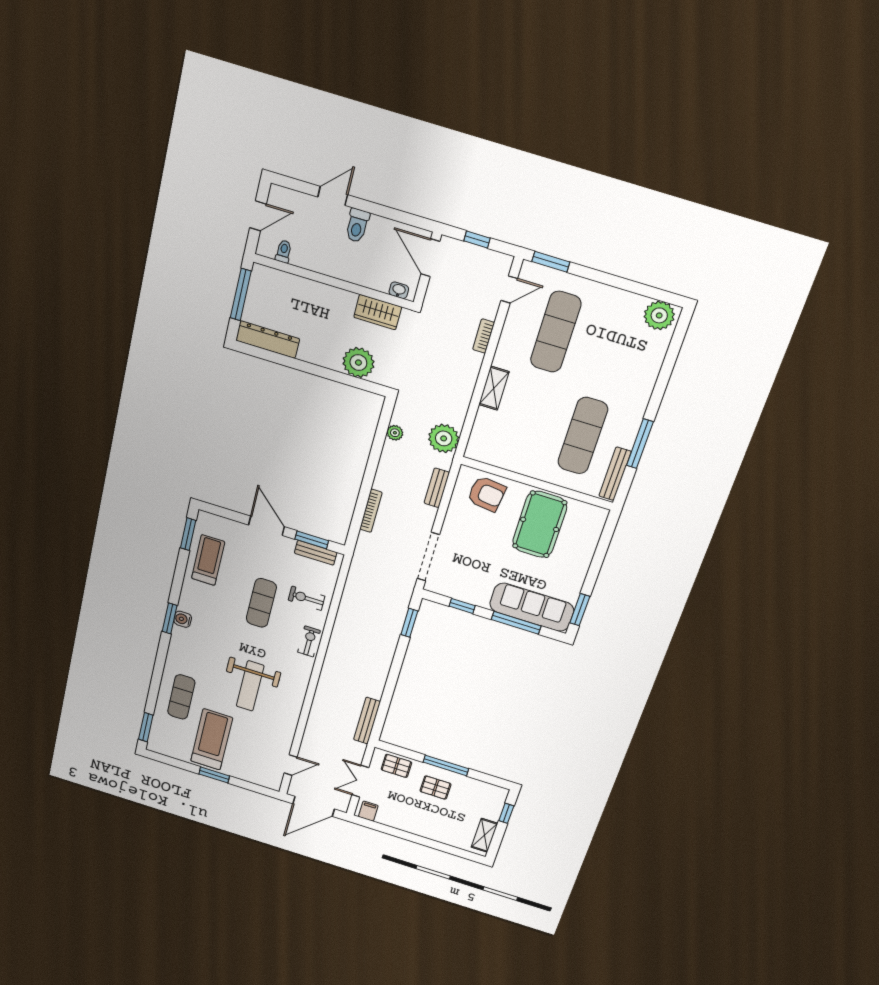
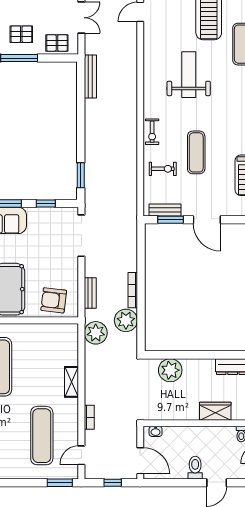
wardrobe: (378, 312) -> (215, 411), moved
plant: (395, 433) -> (126, 320), width x1.87, depth x1.87
bookcase: (371, 511) -> (133, 290), moved

